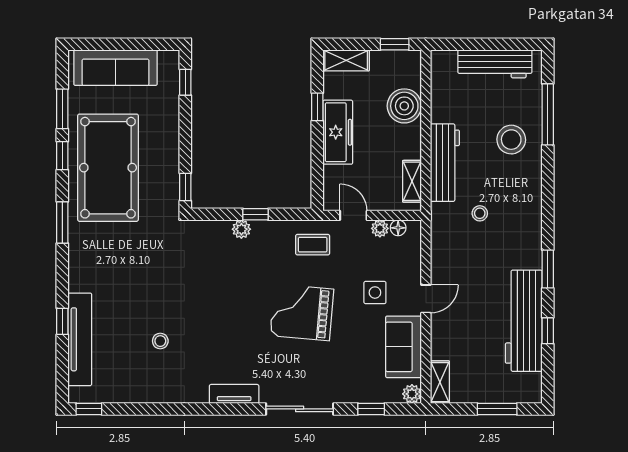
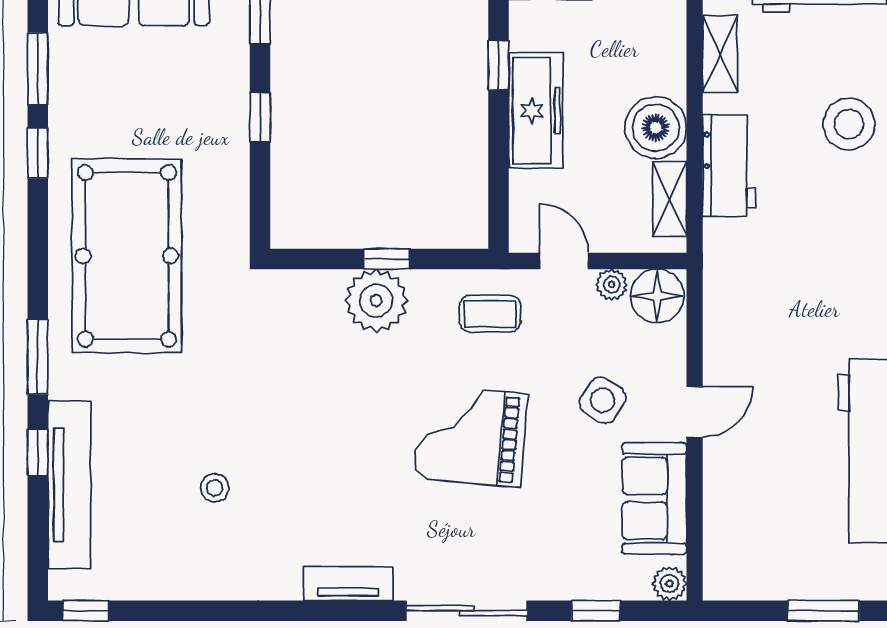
boiler: (404, 106) -> (656, 128), moved
workbench: (445, 163) -> (729, 166), width x0.73
pool table: (108, 168) -> (127, 256), moved
window: (185, 187) -> (260, 117), moved
stool: (480, 213) -> (792, 257), removed
window: (62, 223) -> (38, 357), moved
floor lamp: (398, 228) -> (657, 296), width x1.89, depth x1.89
plant: (241, 229) -> (376, 301), width x1.87, depth x1.87
side table: (375, 293) -> (603, 400), turned 33
shelving: (440, 382) -> (720, 54), moved

